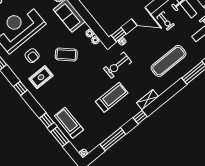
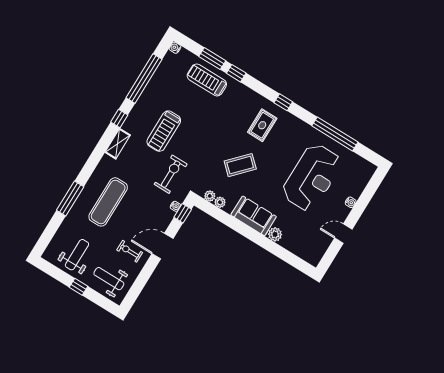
armchair: (32, 56) -> (283, 149), removed
treadmill: (69, 123) -> (207, 80), turned 180
window: (113, 139) -> (144, 79), width x1.46

